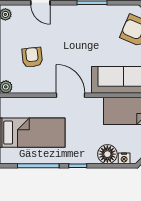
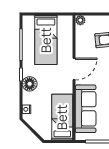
floor lamp: (107, 154) -> (30, 84), moved

